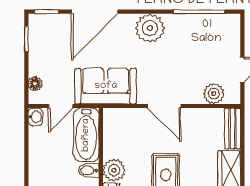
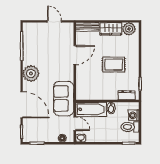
plant: (214, 94) -> (68, 38), removed
door: (164, 106) -> (75, 55), moved
plant: (114, 170) -> (111, 94), removed

